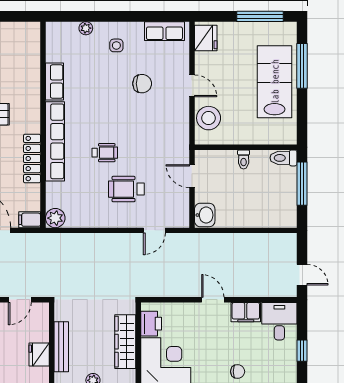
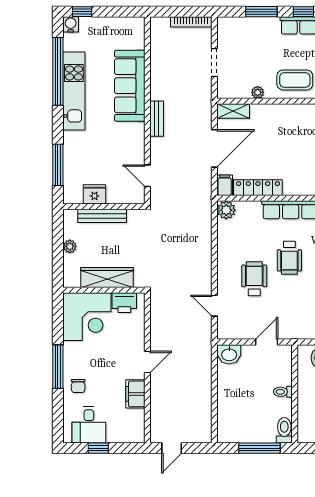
wheelchair: (105, 153) -> (289, 258), width x1.36, depth x1.37
locker: (32, 159) -> (258, 188), moved
desk: (279, 321) -> (89, 425), moved, turned 90

